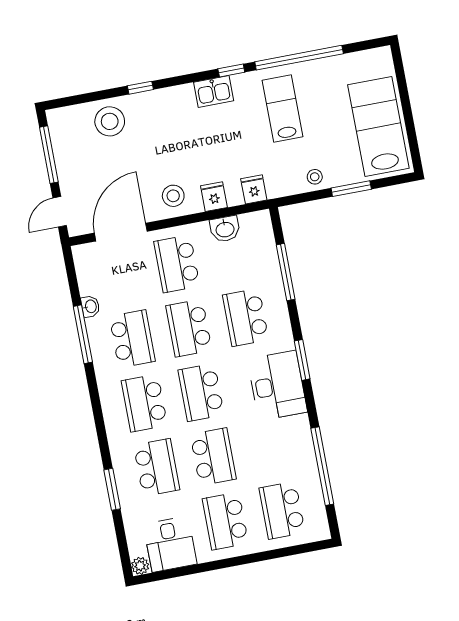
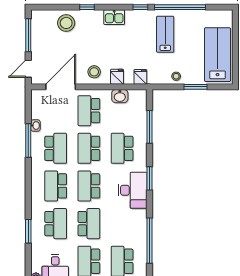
kitchen sink: (214, 91) -> (114, 17), moved

